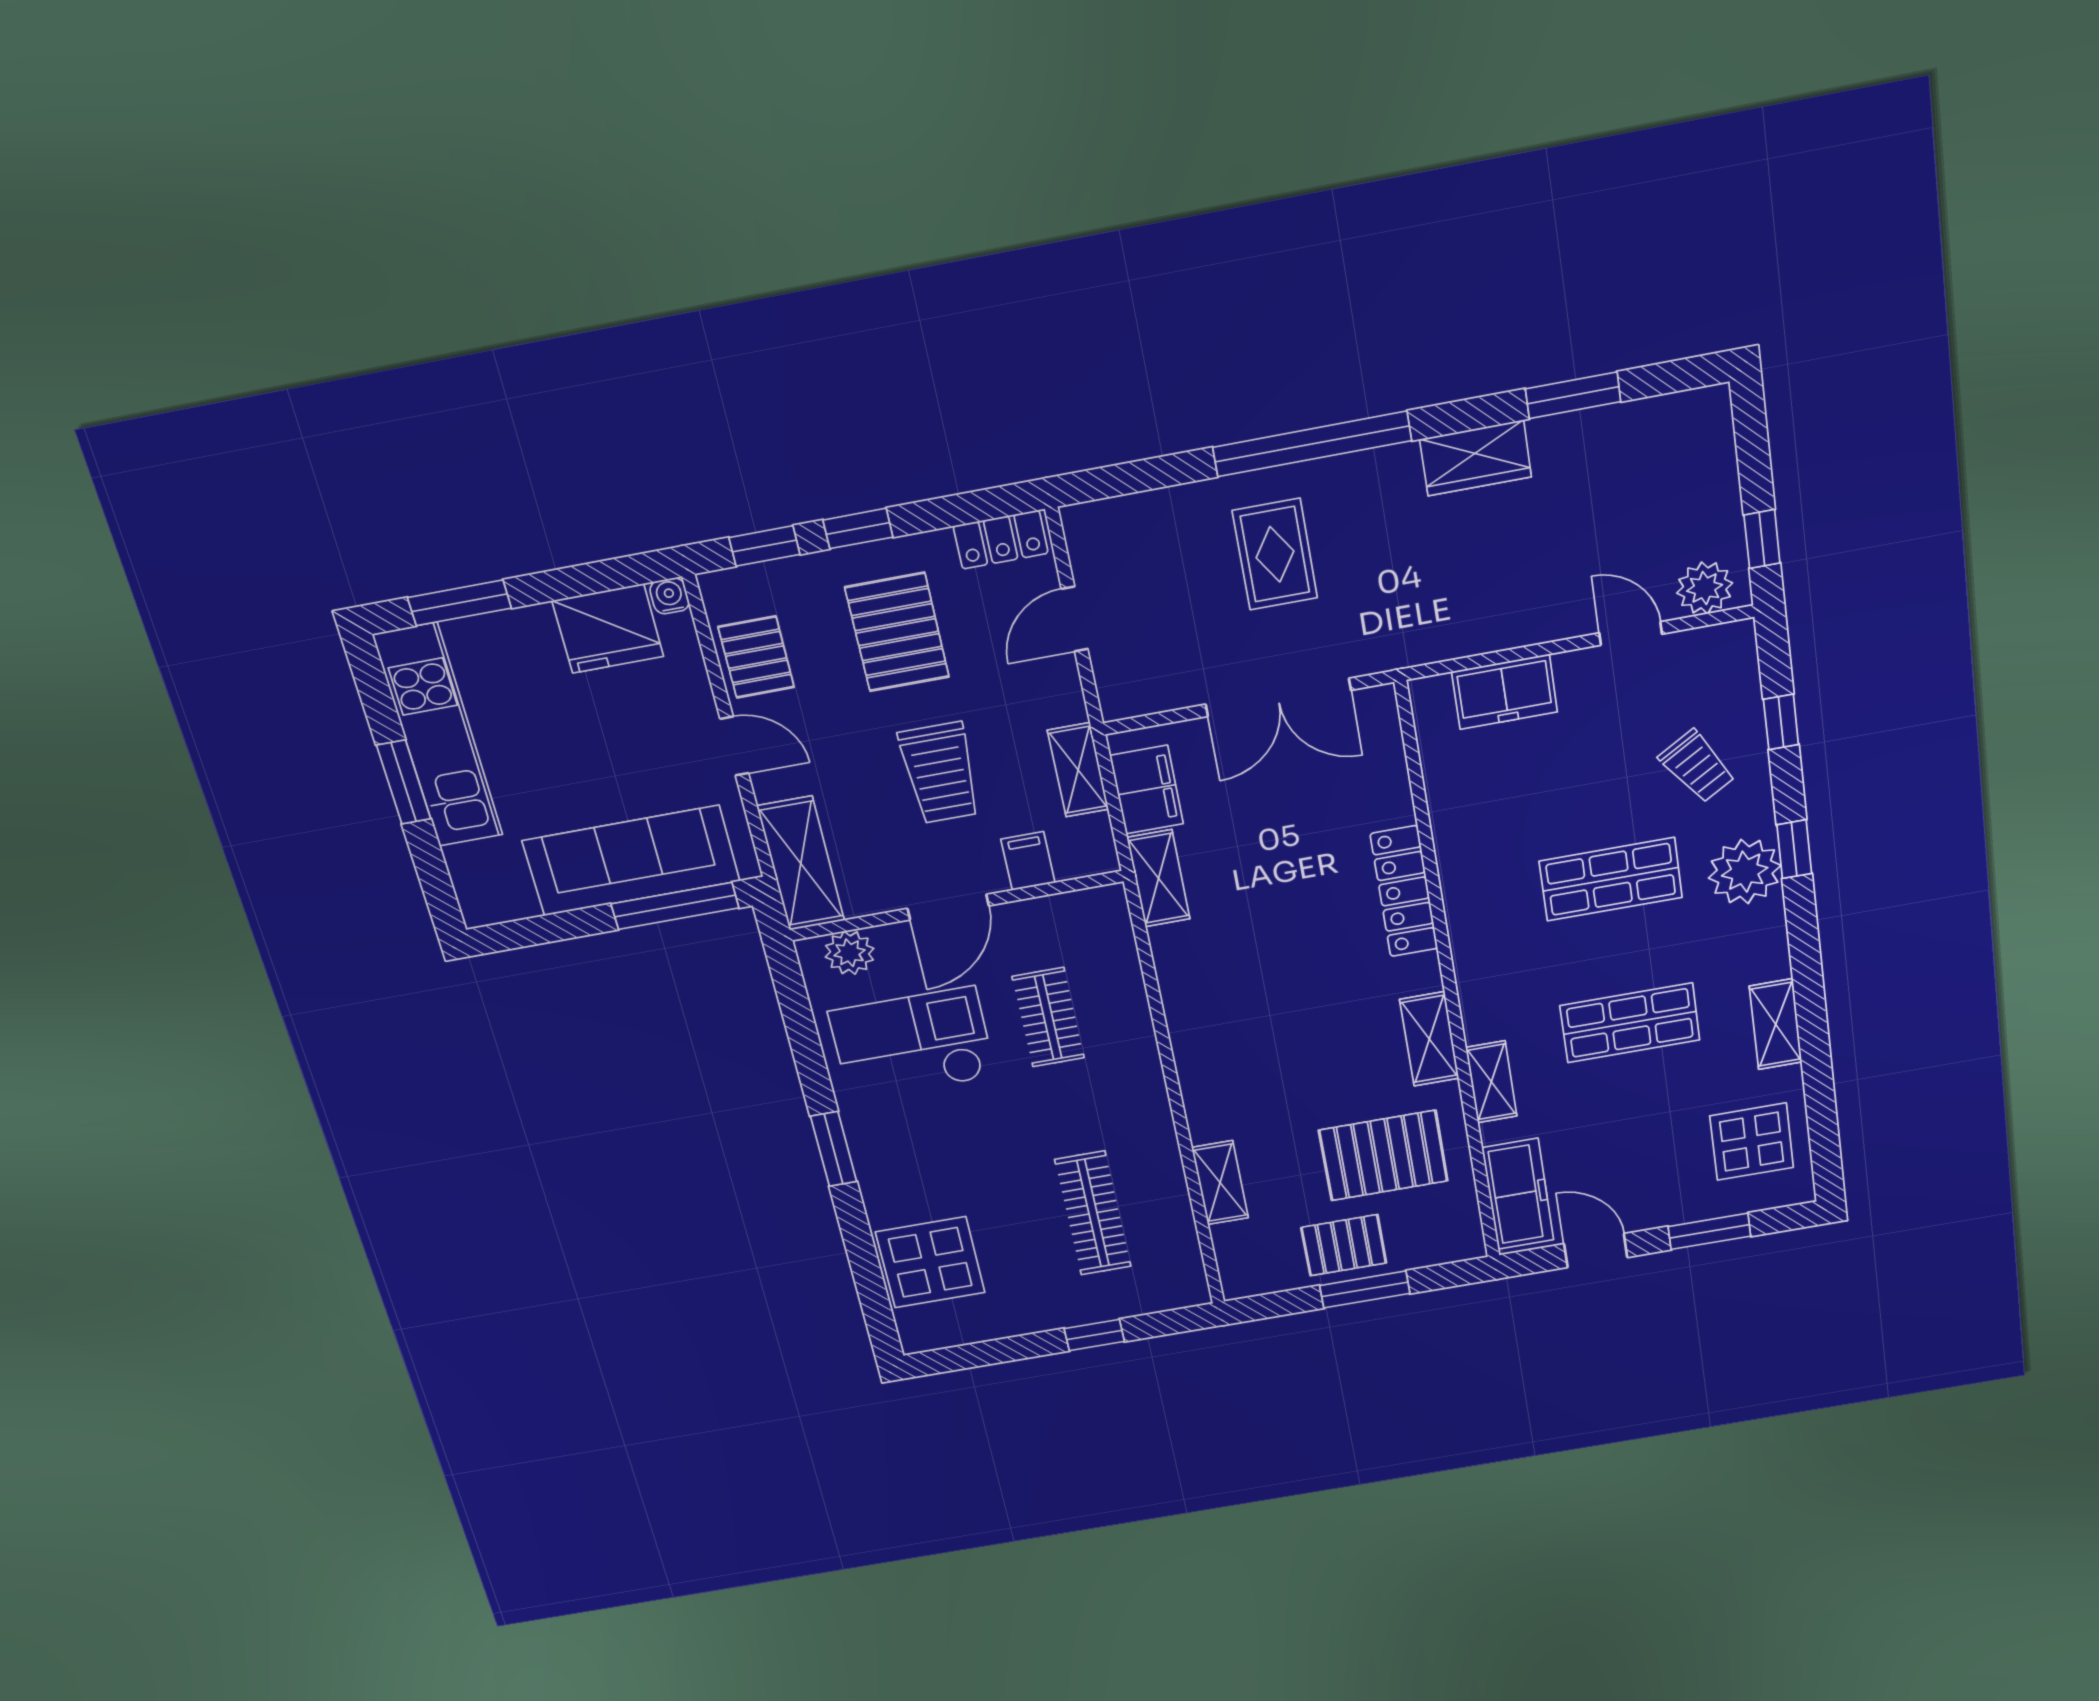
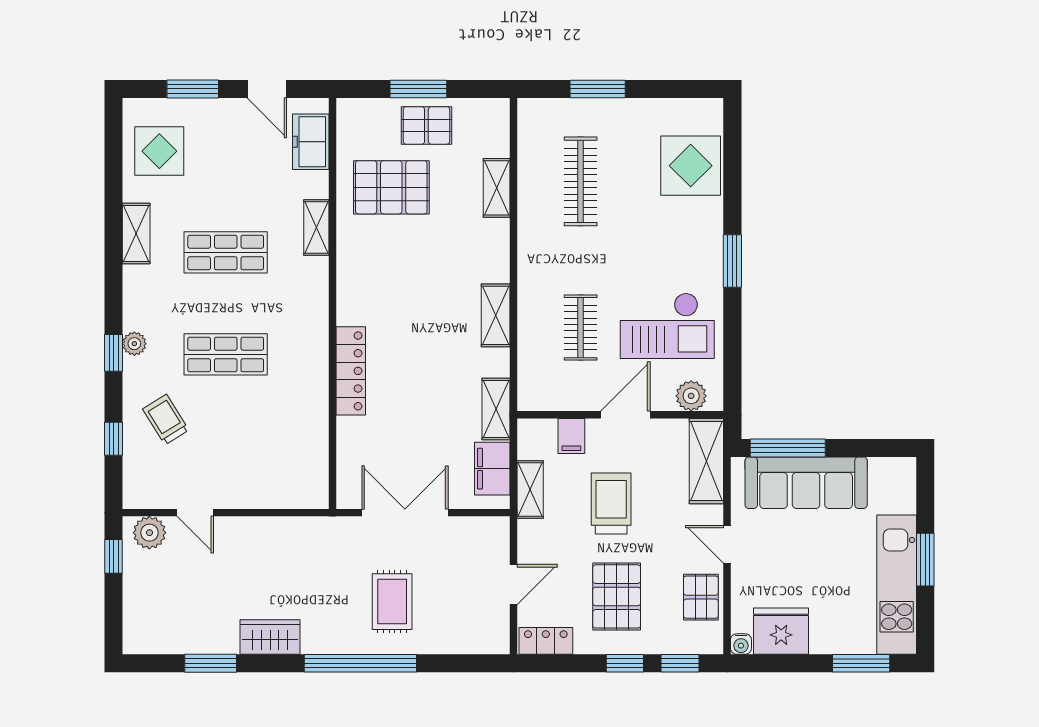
freezer: (1505, 692) -> (273, 490), removed
plant: (1745, 872) -> (134, 344), width x0.53, depth x0.53
shelving: (1429, 1039) -> (496, 315), moved
freezer: (1518, 1194) -> (311, 142), width x0.71
window: (1094, 1335) -> (598, 89), width x1.50

